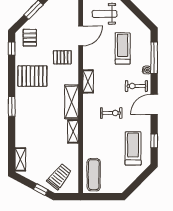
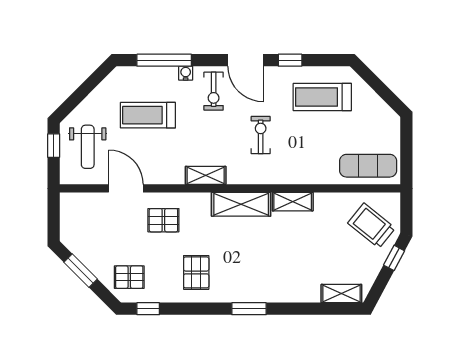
pallet: (62, 57) -> (163, 220), turned 90
pallet: (32, 76) -> (196, 272), width x0.67, depth x0.71
window: (154, 141) -> (290, 60), moved

